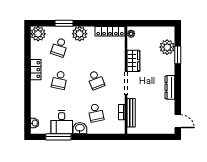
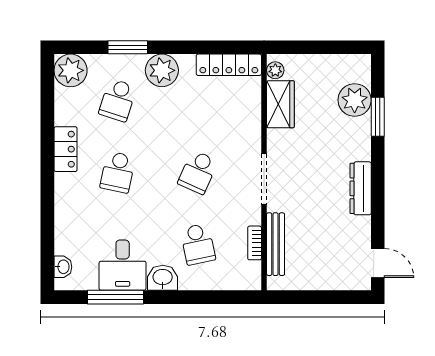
wardrobe: (133, 61) -> (280, 104), moved
school desk: (96, 80) -> (198, 172), turned 45

